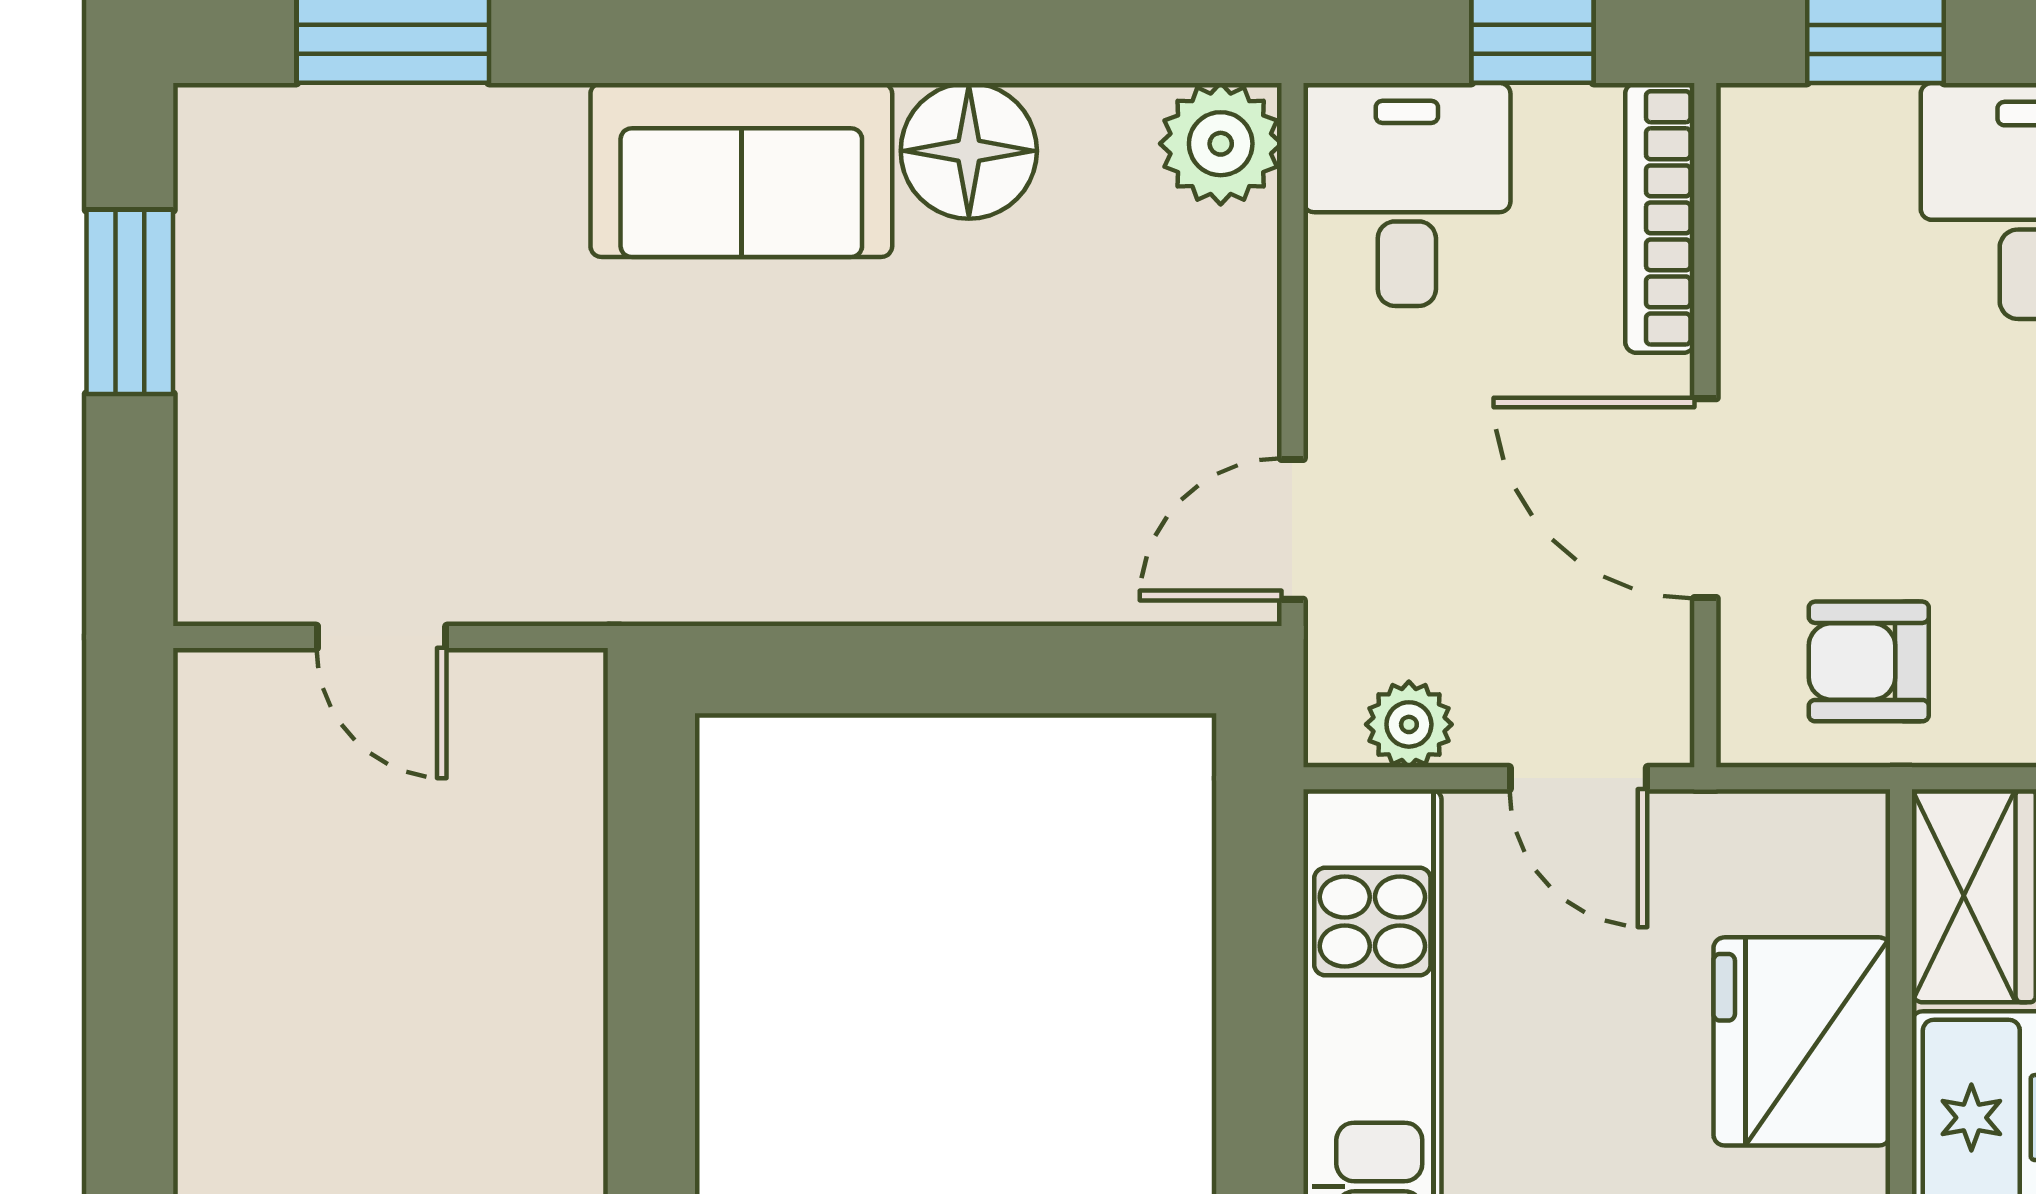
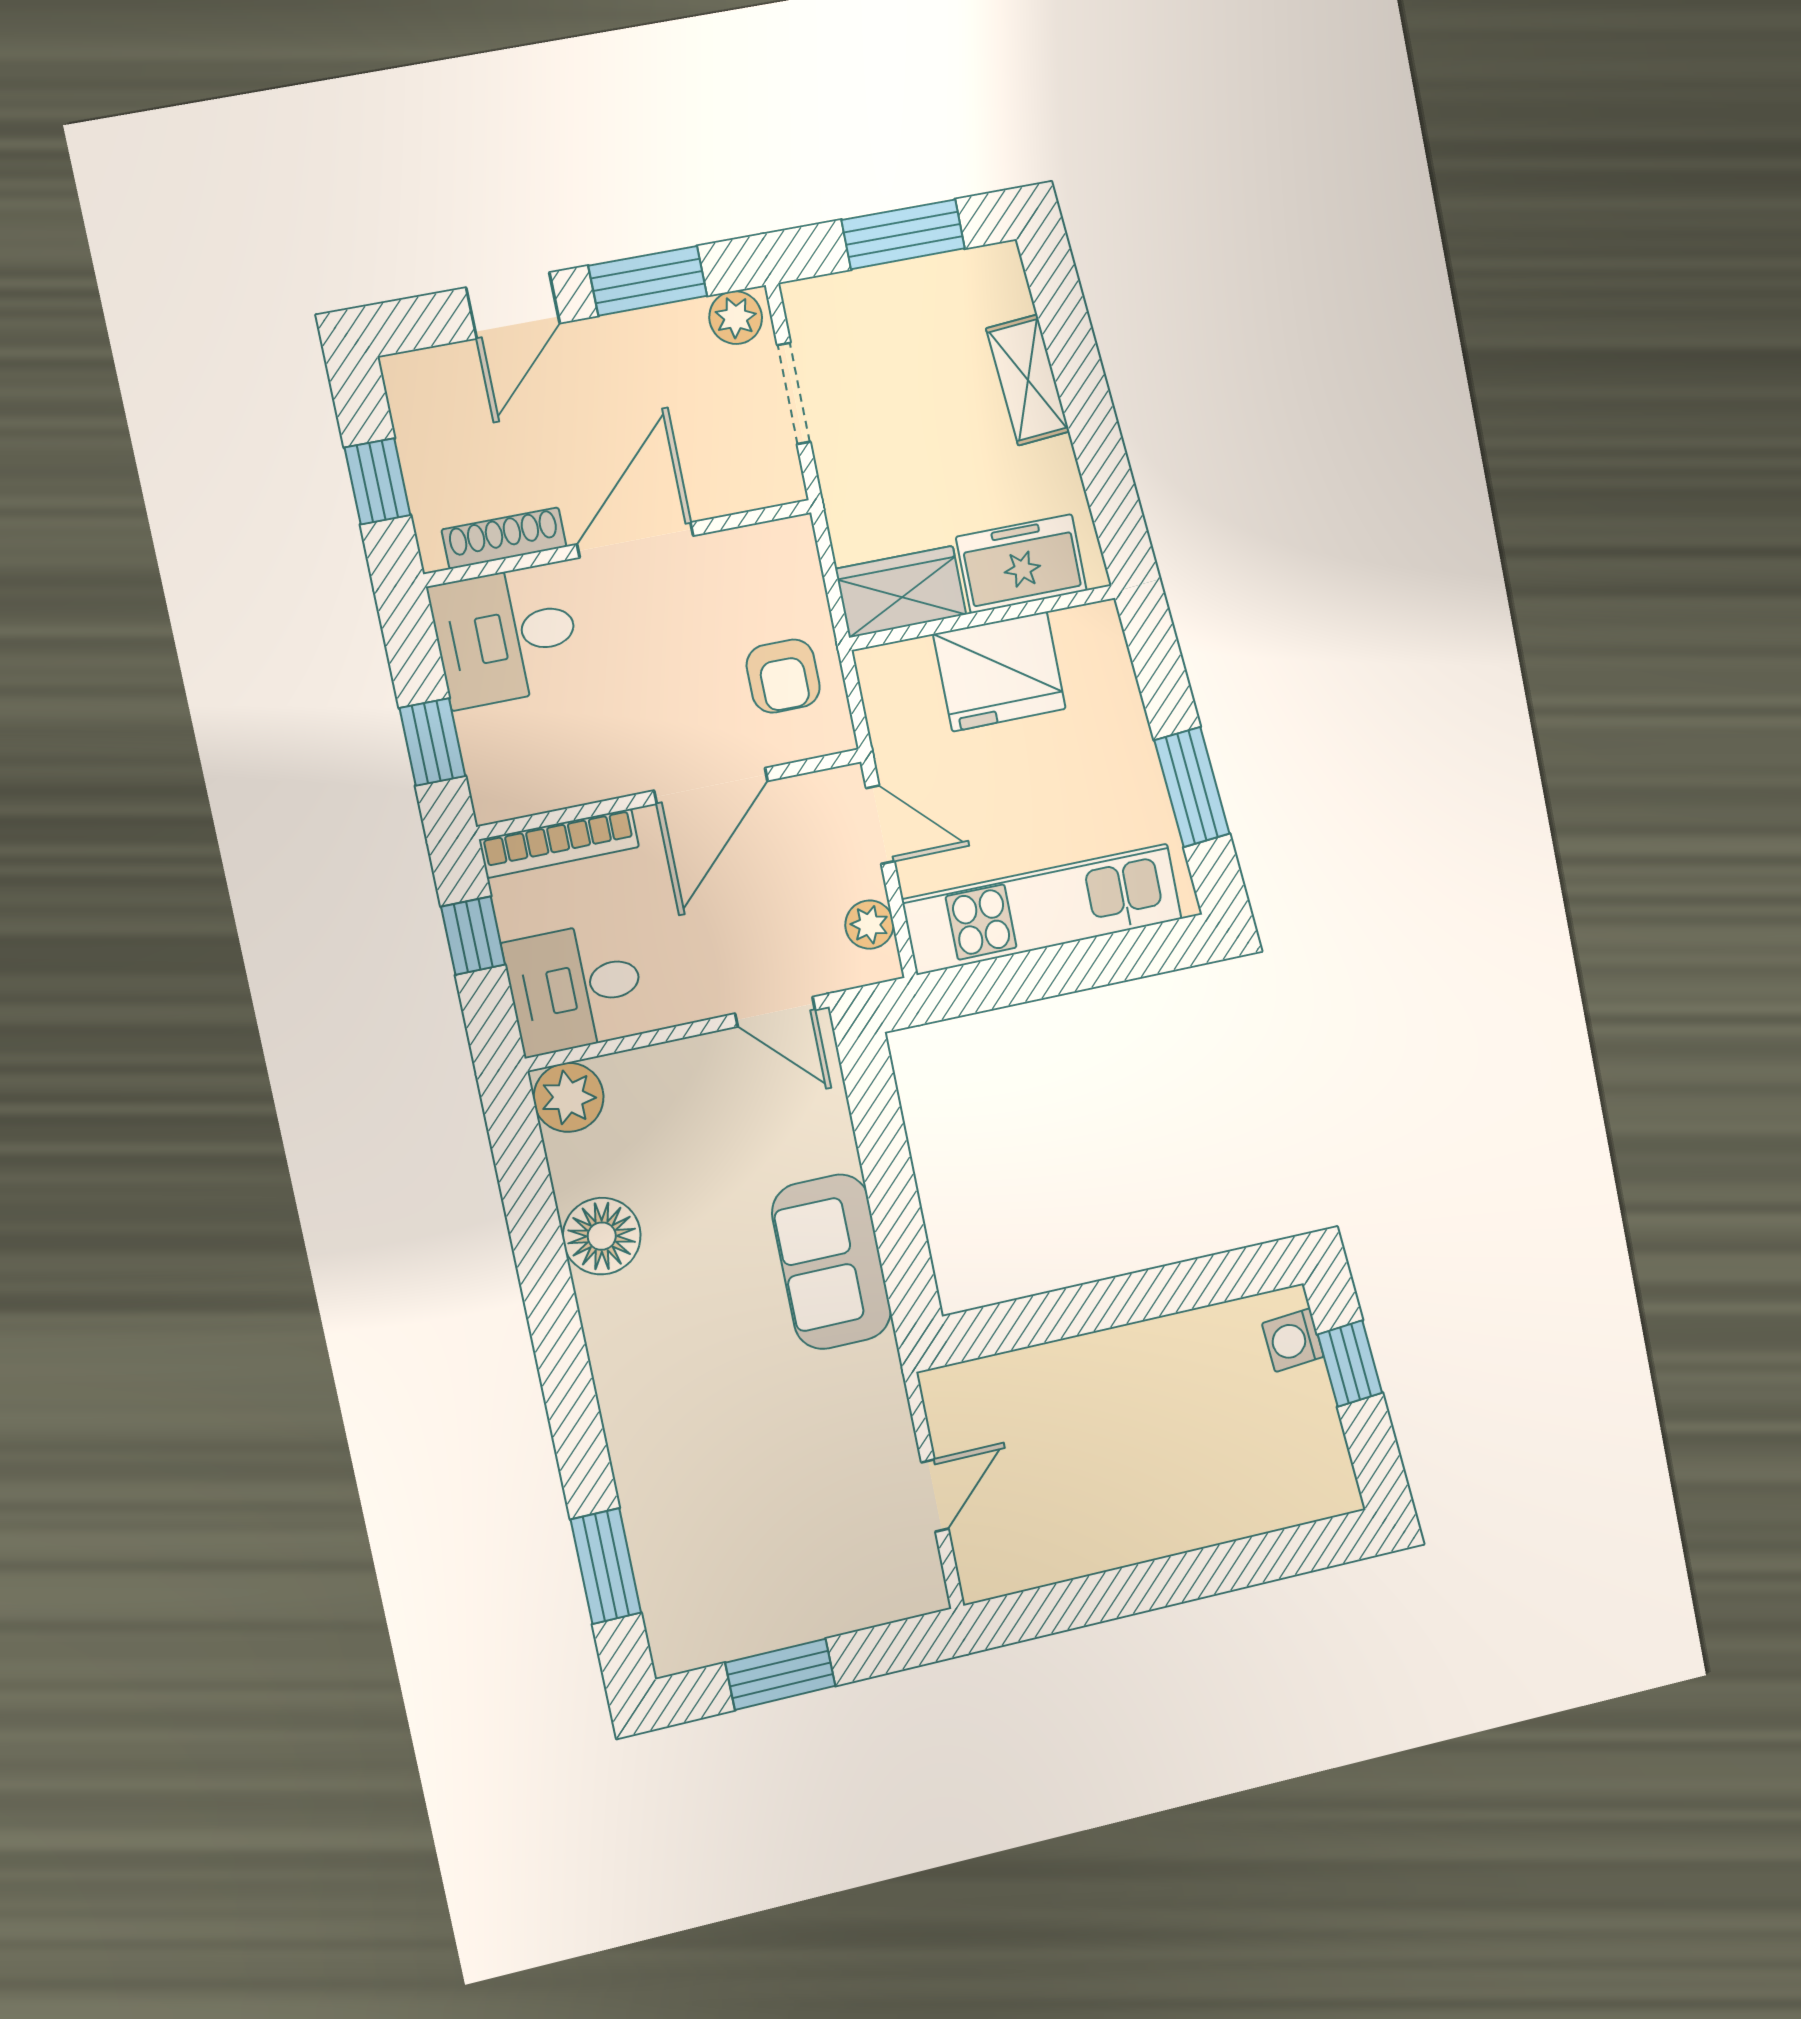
sofa: (741, 170) -> (832, 1262), moved, turned 180
door: (1578, 778) -> (880, 825), hinge flipped

